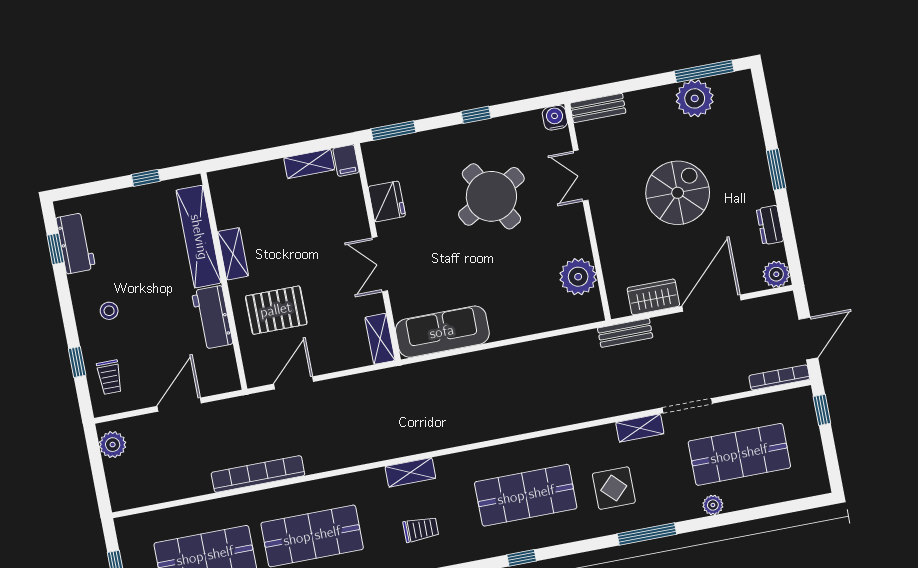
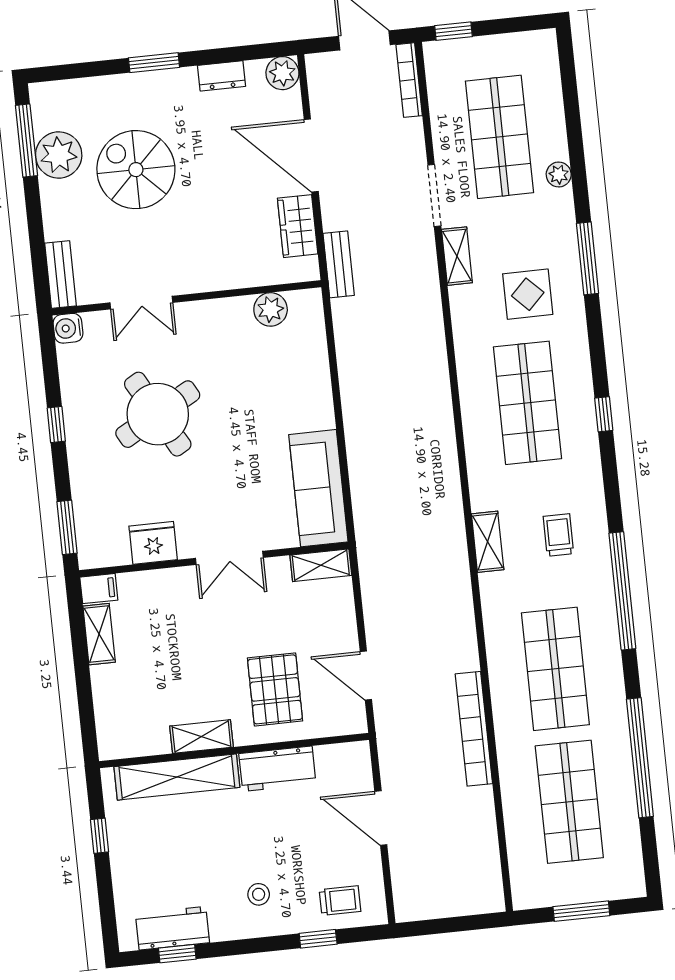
spiral stairs: (678, 193) -> (136, 170), moved
plant: (578, 277) -> (271, 309), width x0.73, depth x0.73
plant: (113, 445) -> (423, 904), removed

